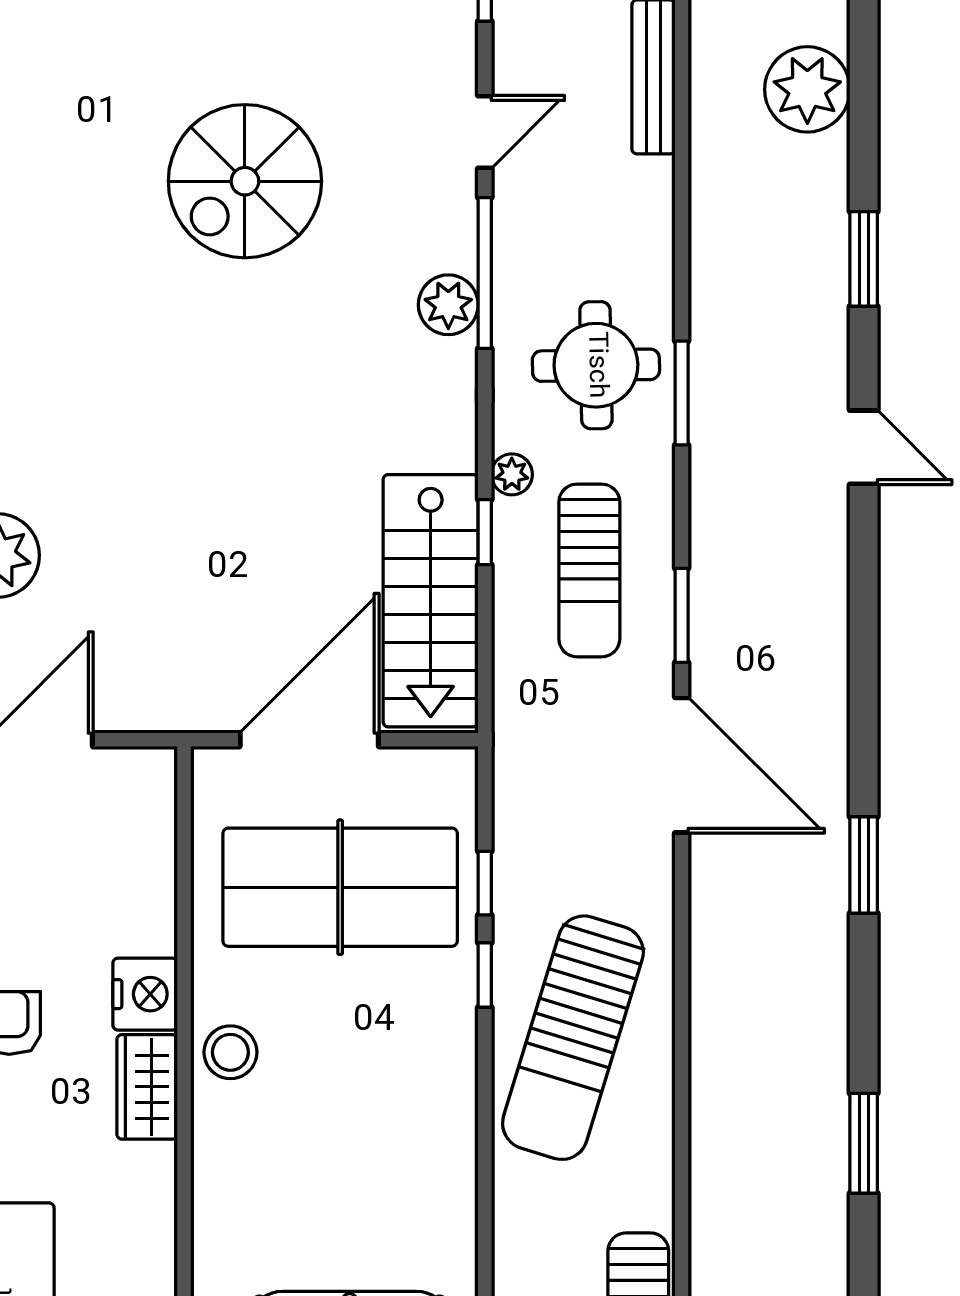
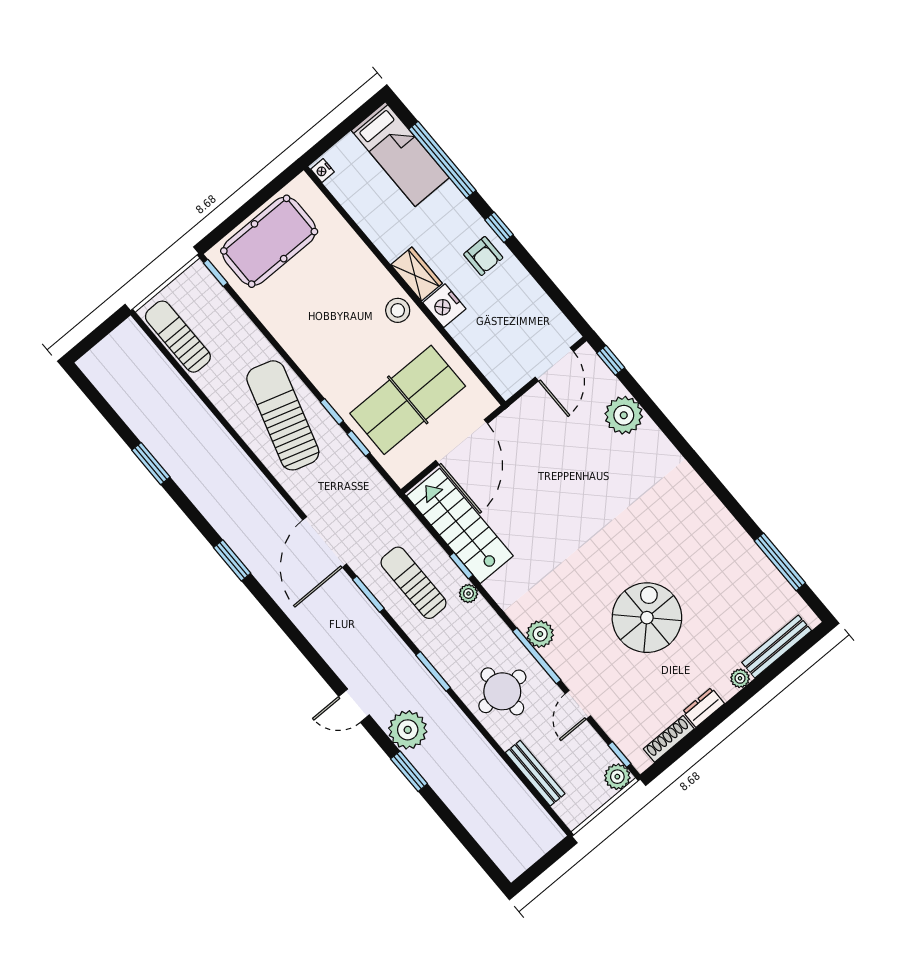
plant: (807, 89) -> (408, 730), moved
round table: (596, 365) -> (502, 691), moved
door: (682, 765) -> (325, 542), hinge flipped

